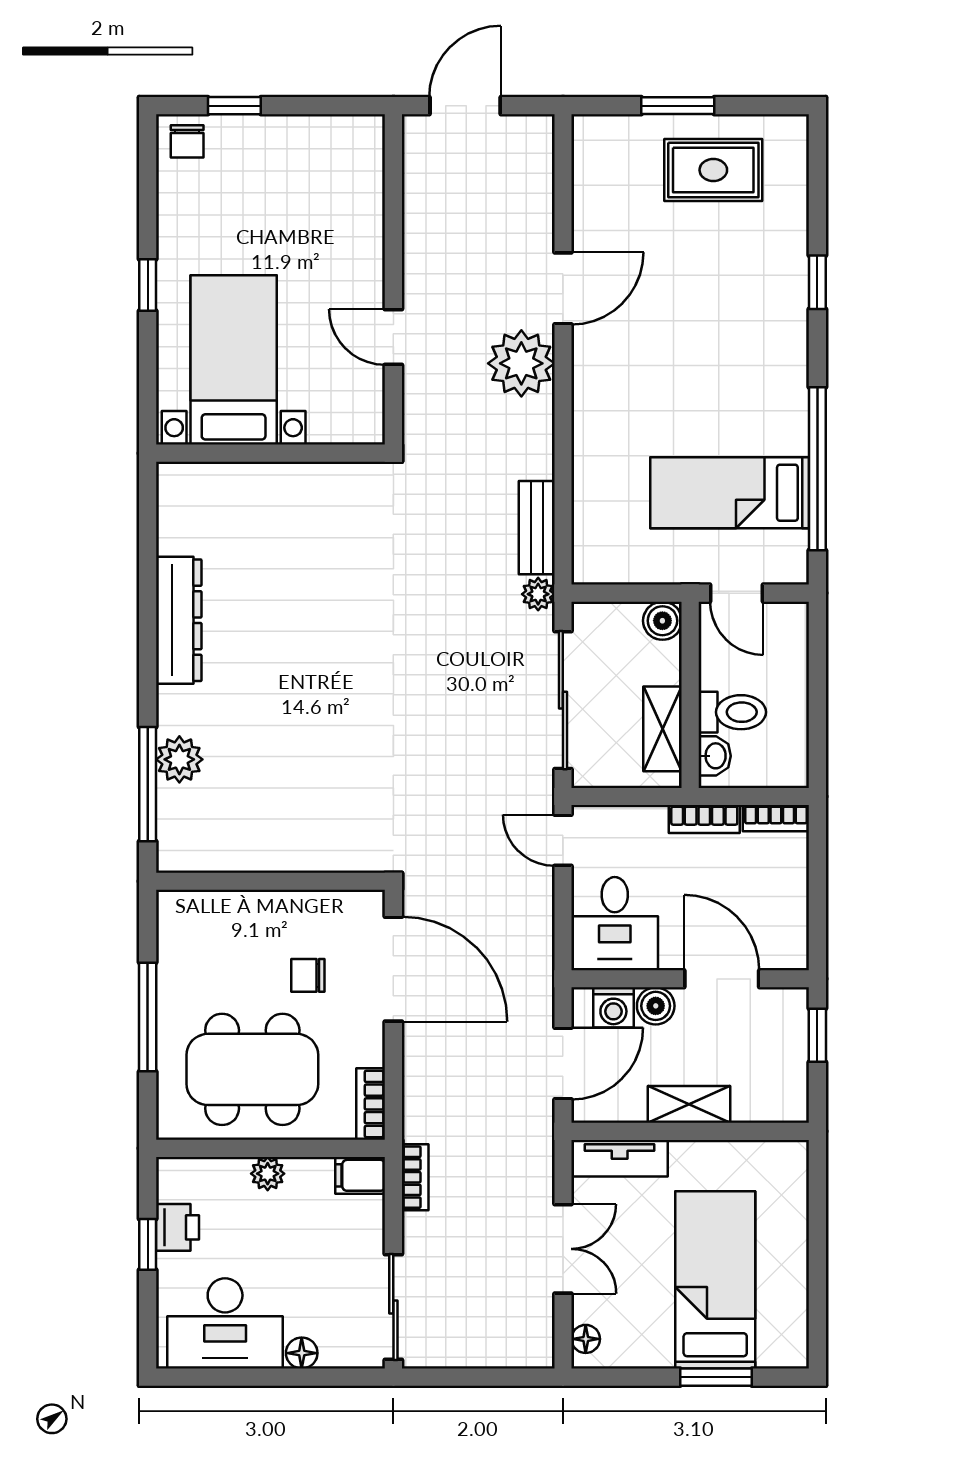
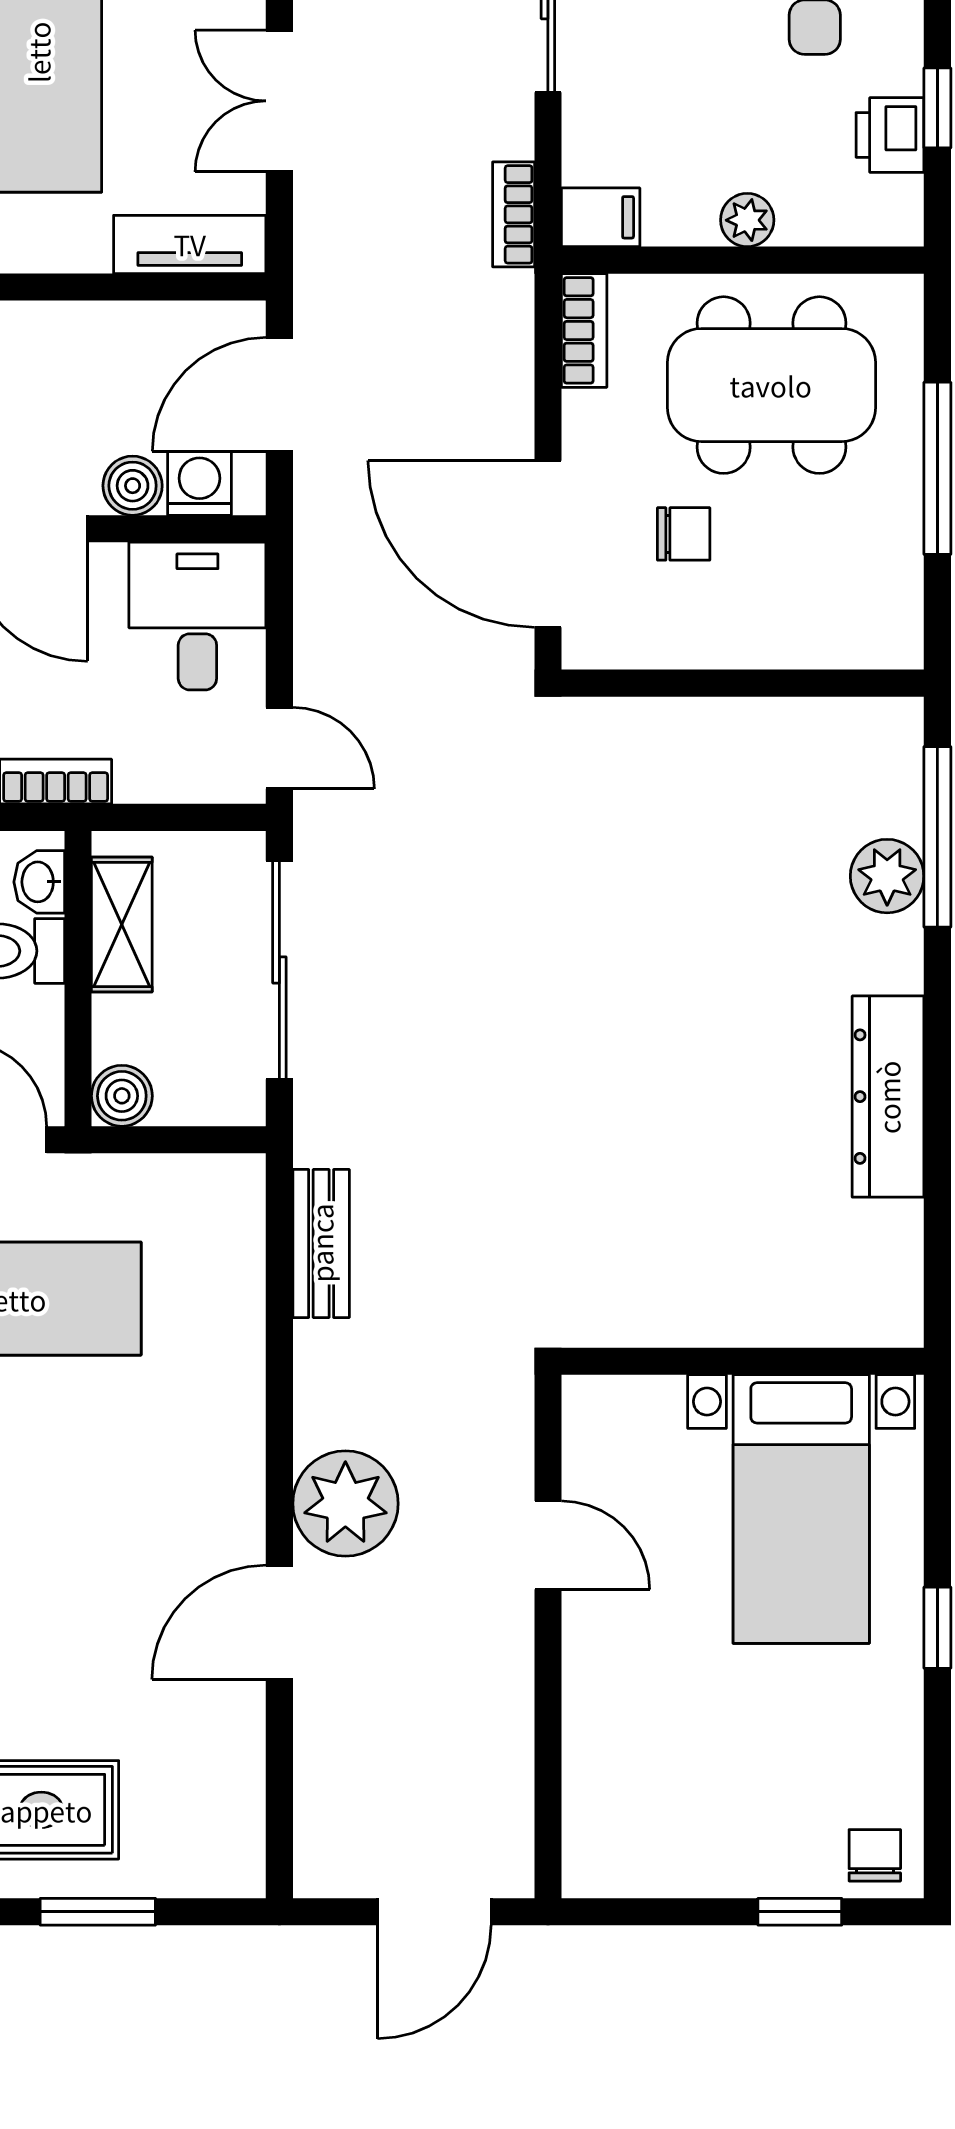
plant: (538, 594) -> (319, 1138), removed
shelving: (689, 1104) -> (80, 330), removed

